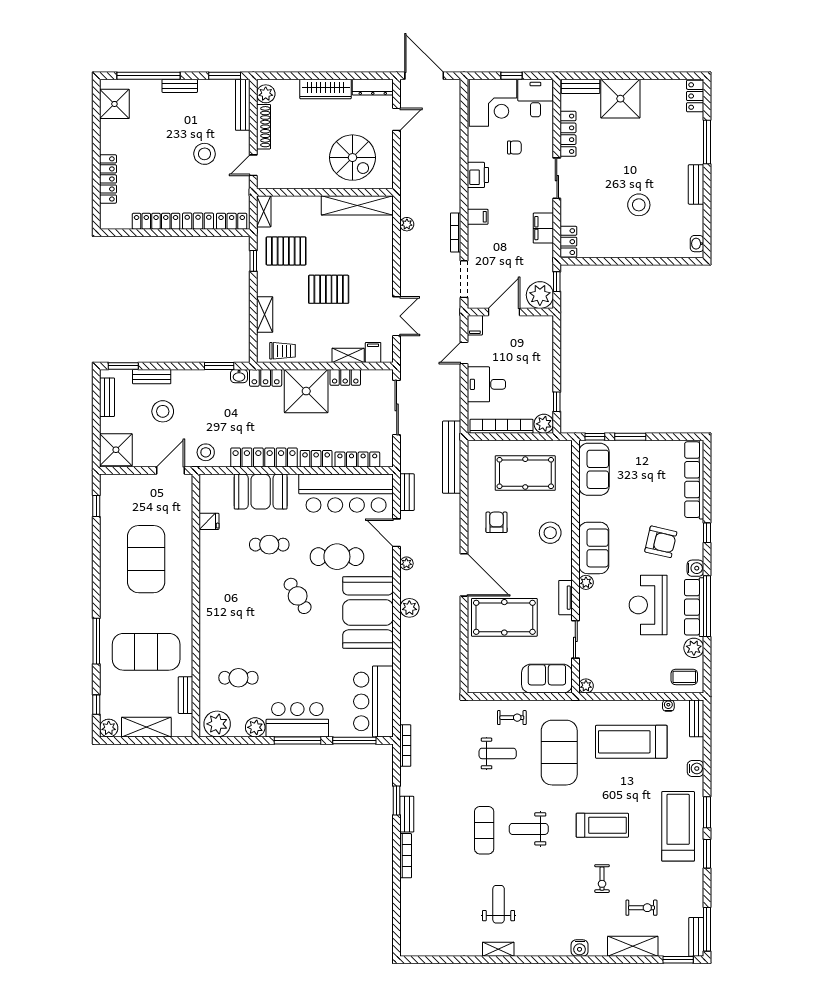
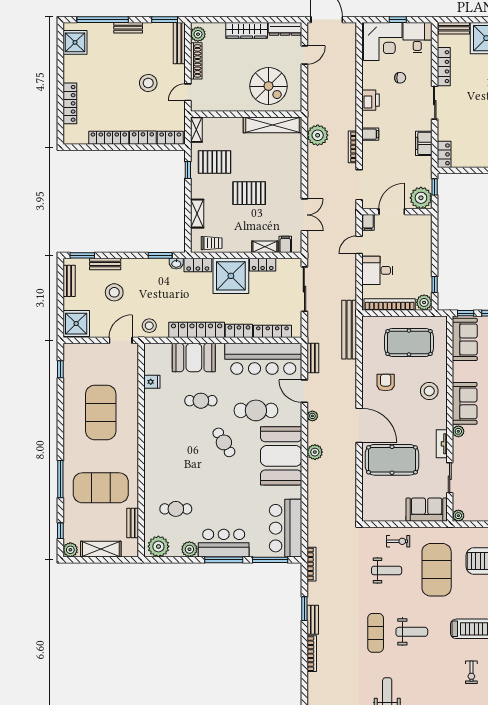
plant: (407, 224) -> (318, 135), width x1.88, depth x1.88
weight bench: (529, 829) -> (412, 632), turned 180

